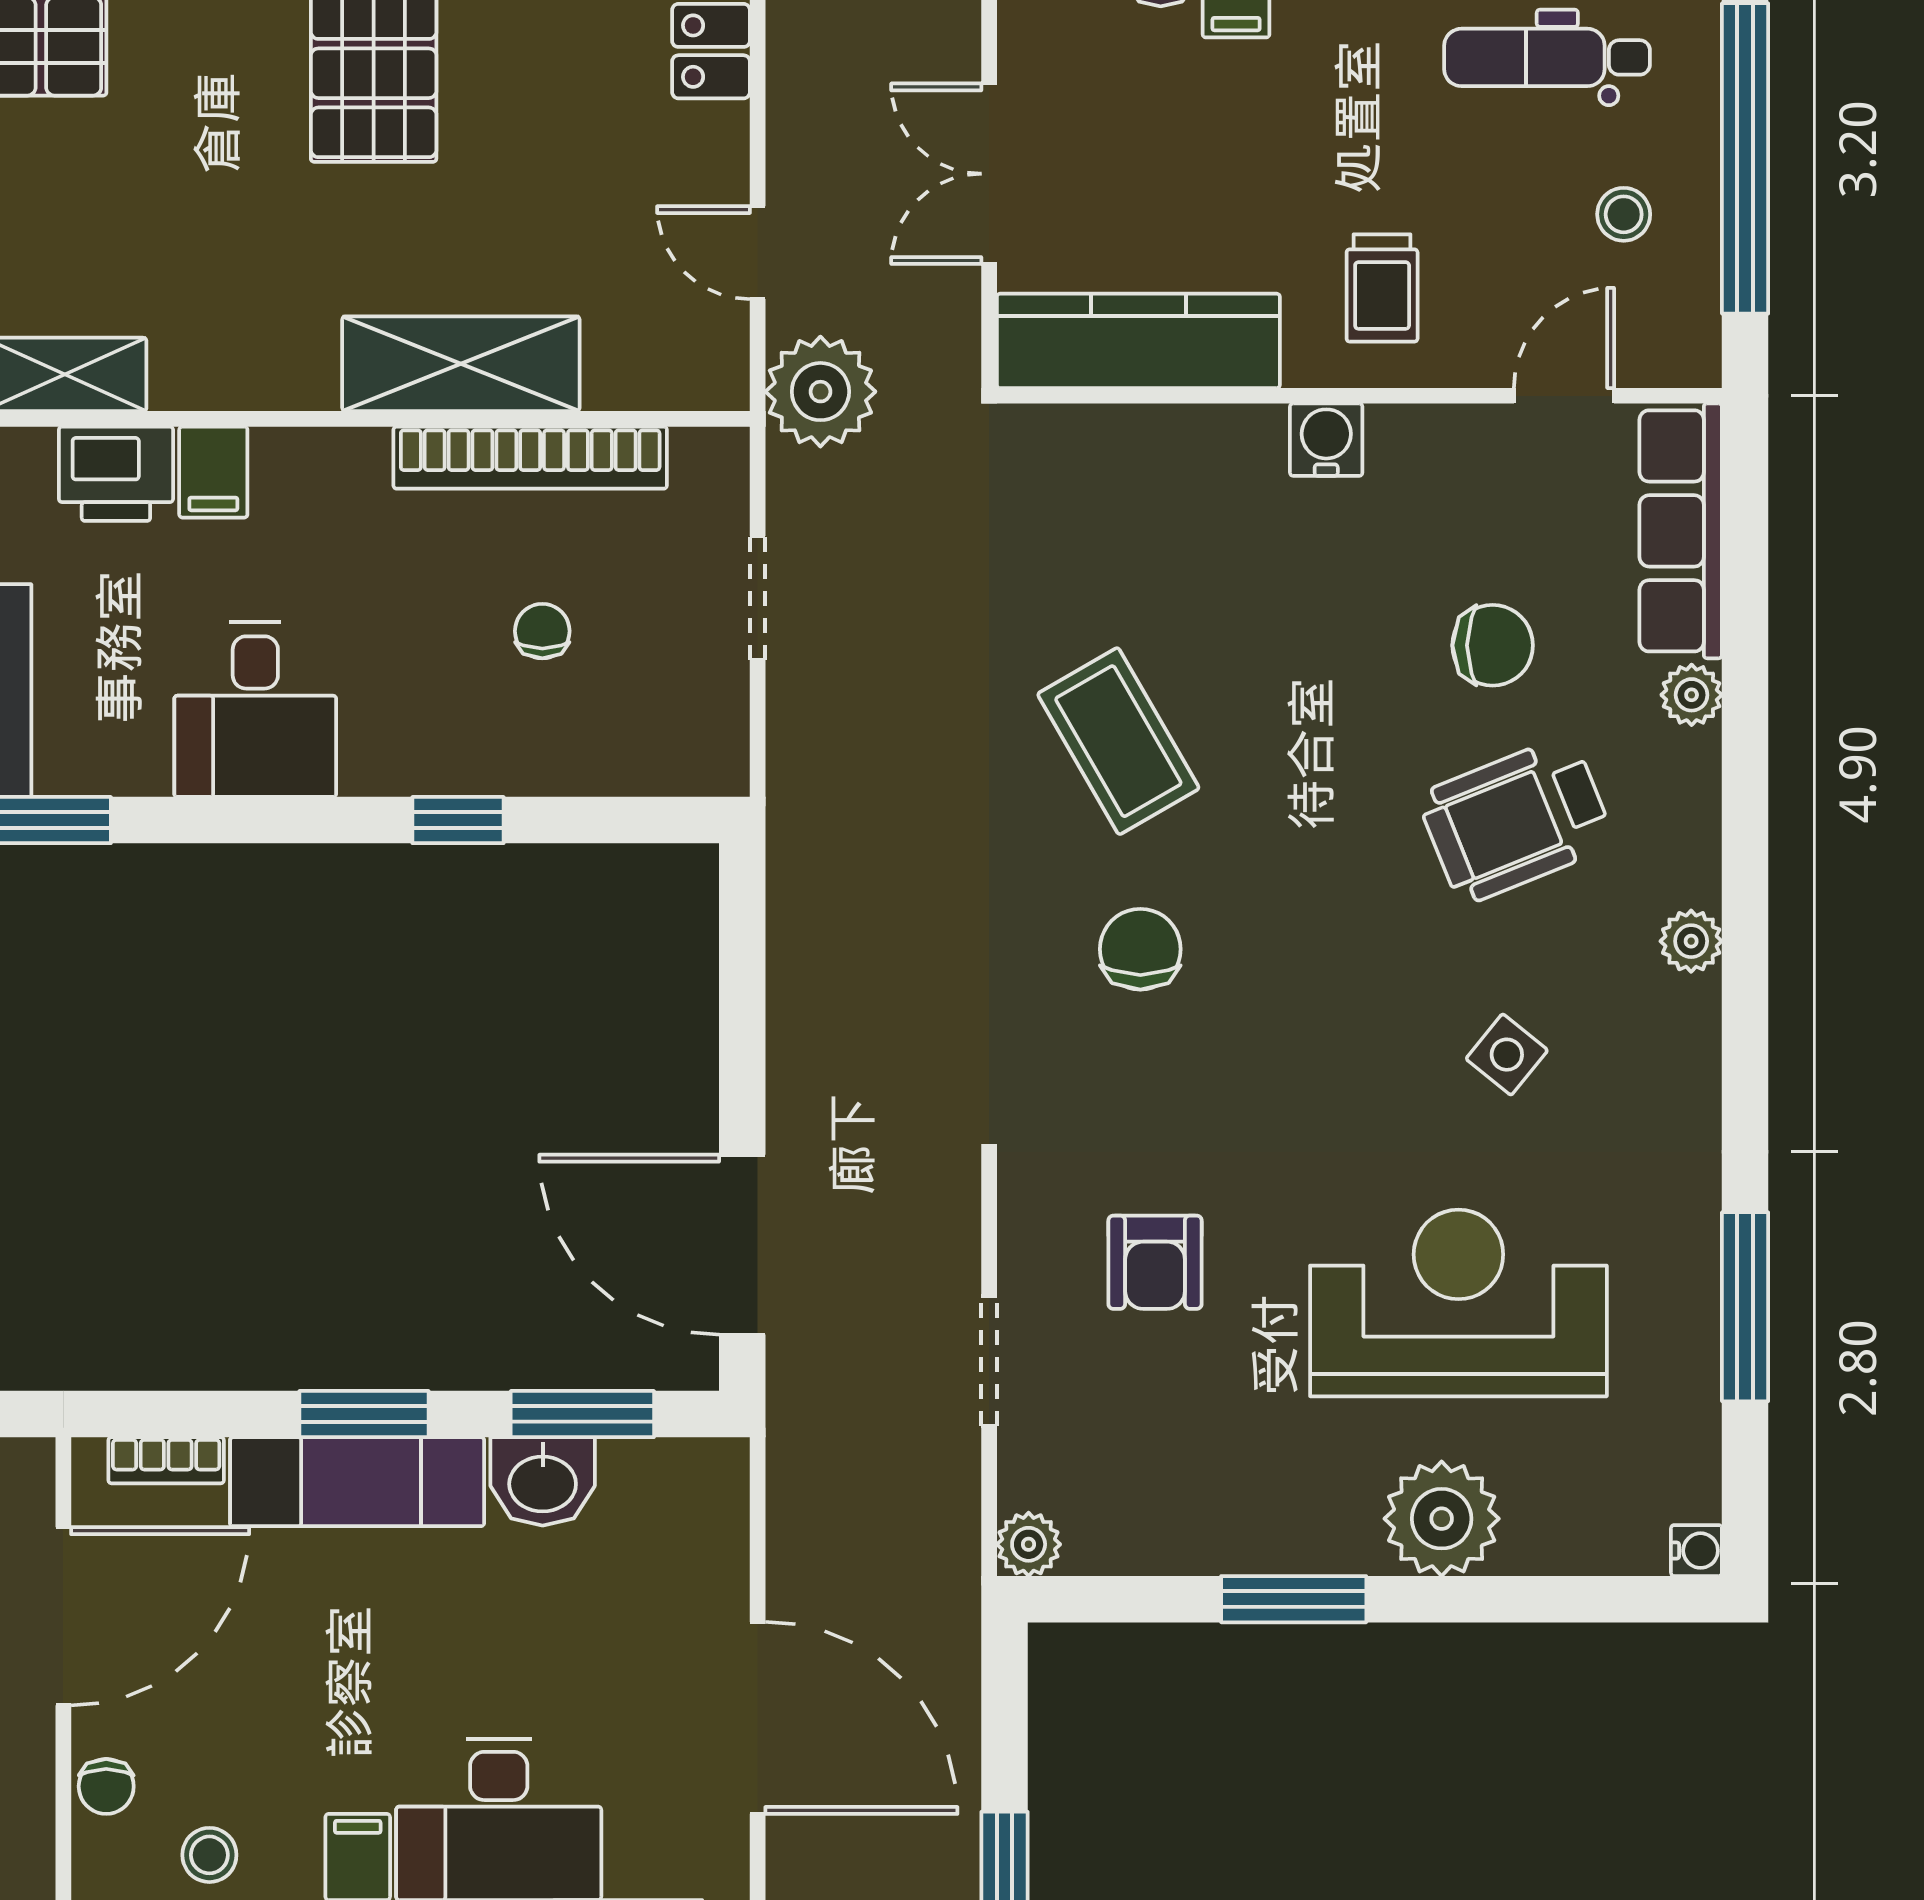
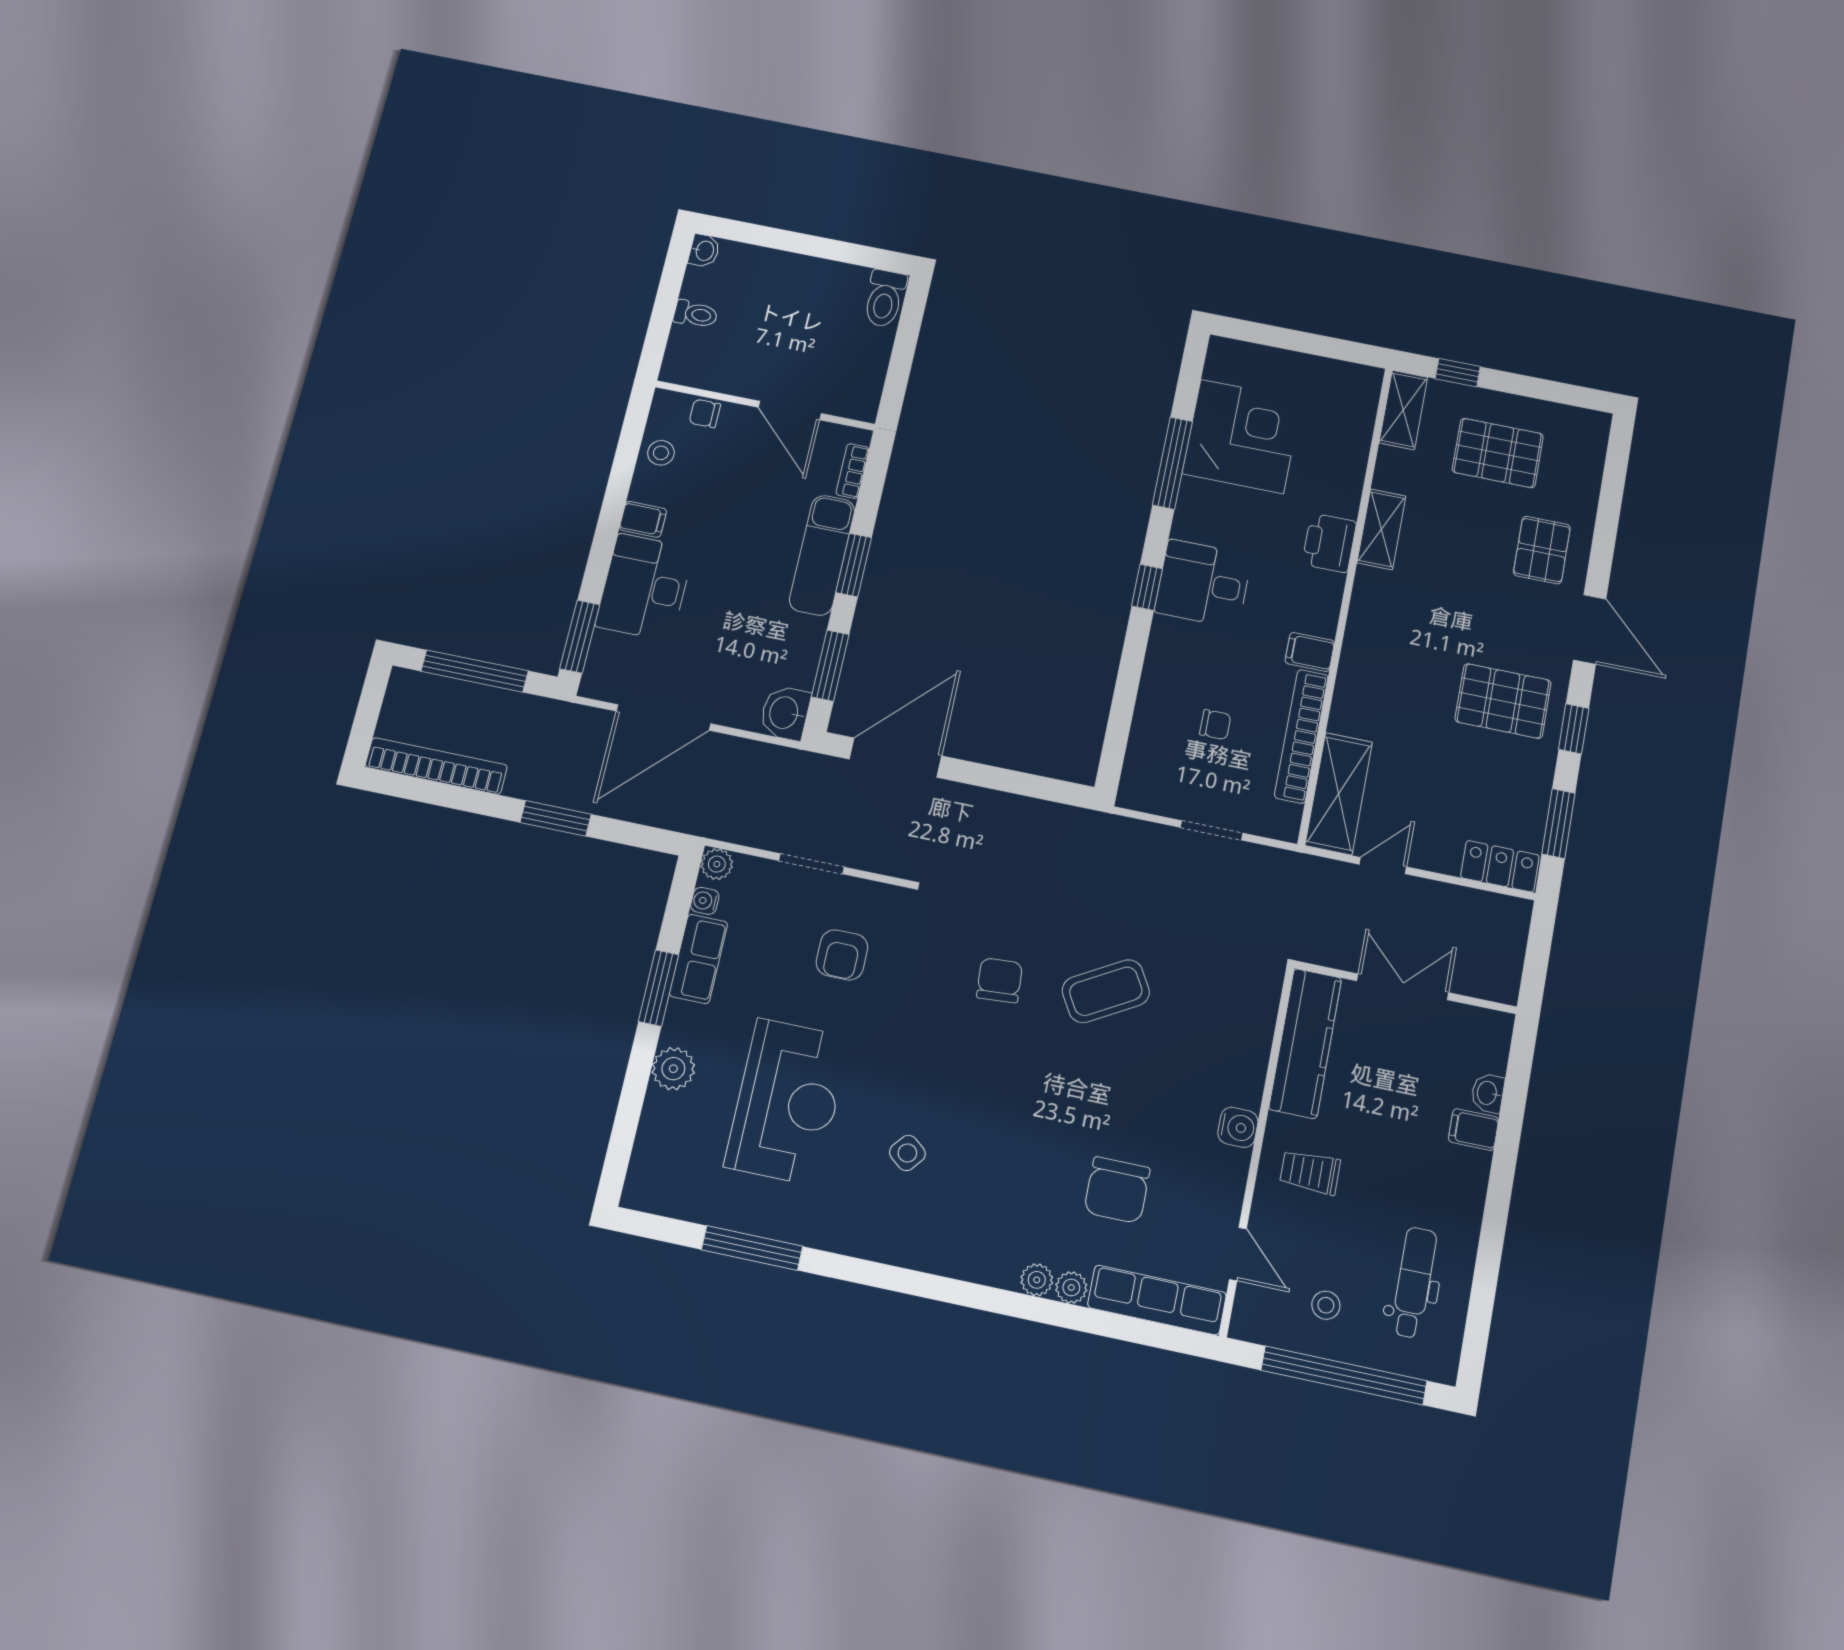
shelving: (461, 364) -> (1339, 794), moved
plant: (820, 392) -> (1308, 882), removed
filing cabinet: (213, 472) -> (1310, 652), moved
chair: (1493, 645) -> (1117, 1190), width x1.37, depth x1.37
window: (458, 820) -> (1147, 587), moved
wheelchair: (1516, 820) -> (1026, 1183), removed
plant: (1691, 941) -> (1037, 1280), moved
chair: (1140, 949) -> (1000, 980), turned -94
armchair: (1155, 1262) -> (842, 955), turned -90
washbasin: (543, 1481) -> (785, 713), moved
plant: (1442, 1519) -> (673, 1069), width x0.73, depth x0.73
row of seats: (1221, 1536) -> (699, 959), added
water cooler: (1696, 1551) -> (705, 901), moved, turned 90
door: (63, 1616) -> (790, 410), width x0.73

